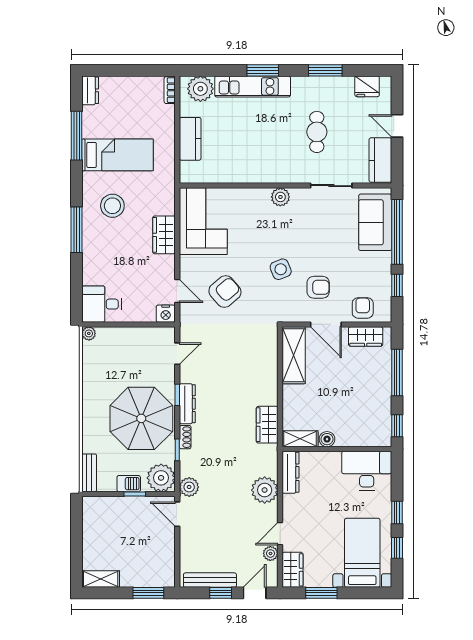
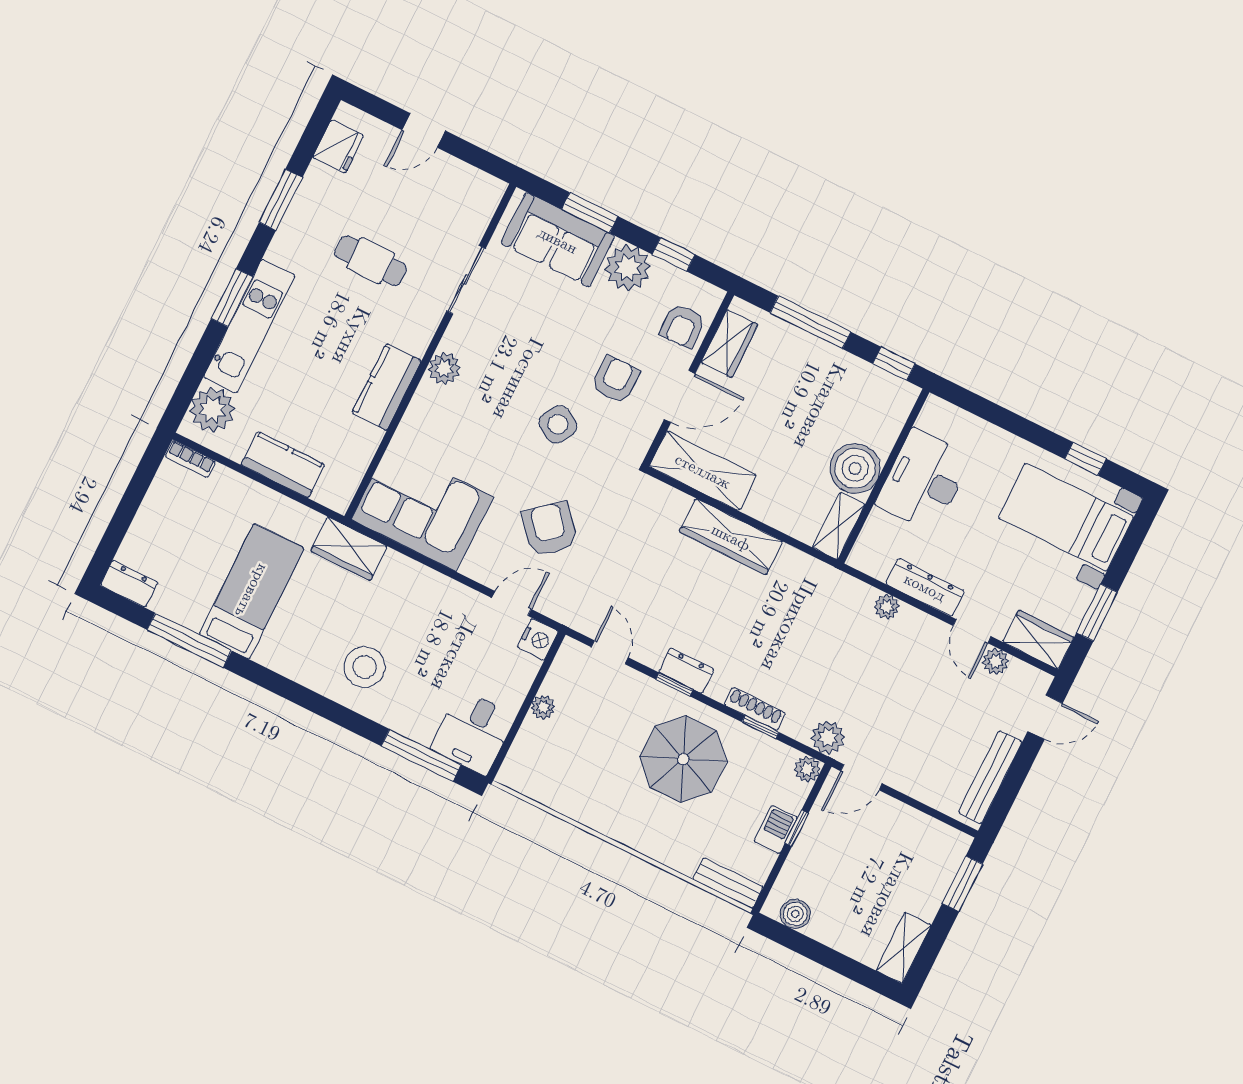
kitchen counter: (380, 160) -> (387, 387), moved, turned 90
stool: (112, 206) -> (365, 667), moved
window: (77, 230) -> (421, 755), moved
window: (397, 232) -> (590, 213), width x0.47
wardrobe: (164, 235) -> (349, 549), moved
plant: (378, 265) -> (628, 268), added
side table: (281, 269) -> (558, 424), turned -37
armchair: (363, 308) -> (682, 326), turned -92
plant: (89, 333) -> (543, 707), moved
dresser: (187, 404) -> (686, 671), width x0.70
parasol: (141, 418) -> (683, 759), width x0.73, depth x0.73
wardrobe: (267, 425) -> (731, 537), moved, width x1.50
shoe rack: (185, 437) -> (755, 709), width x1.43
boiler: (327, 439) -> (855, 468), width x1.86, depth x1.86
desk: (367, 471) -> (924, 480), moved
dresser: (291, 472) -> (925, 587), moved
plant: (161, 478) -> (807, 769), width x0.53, depth x0.53
plant: (265, 490) -> (887, 607), width x0.53, depth x0.53
window: (397, 513) -> (1030, 431), removed
boiler: (90, 515) -> (795, 914), added
window: (221, 593) -> (1019, 770), removed
door: (255, 593) -> (1045, 717), swing flipped

